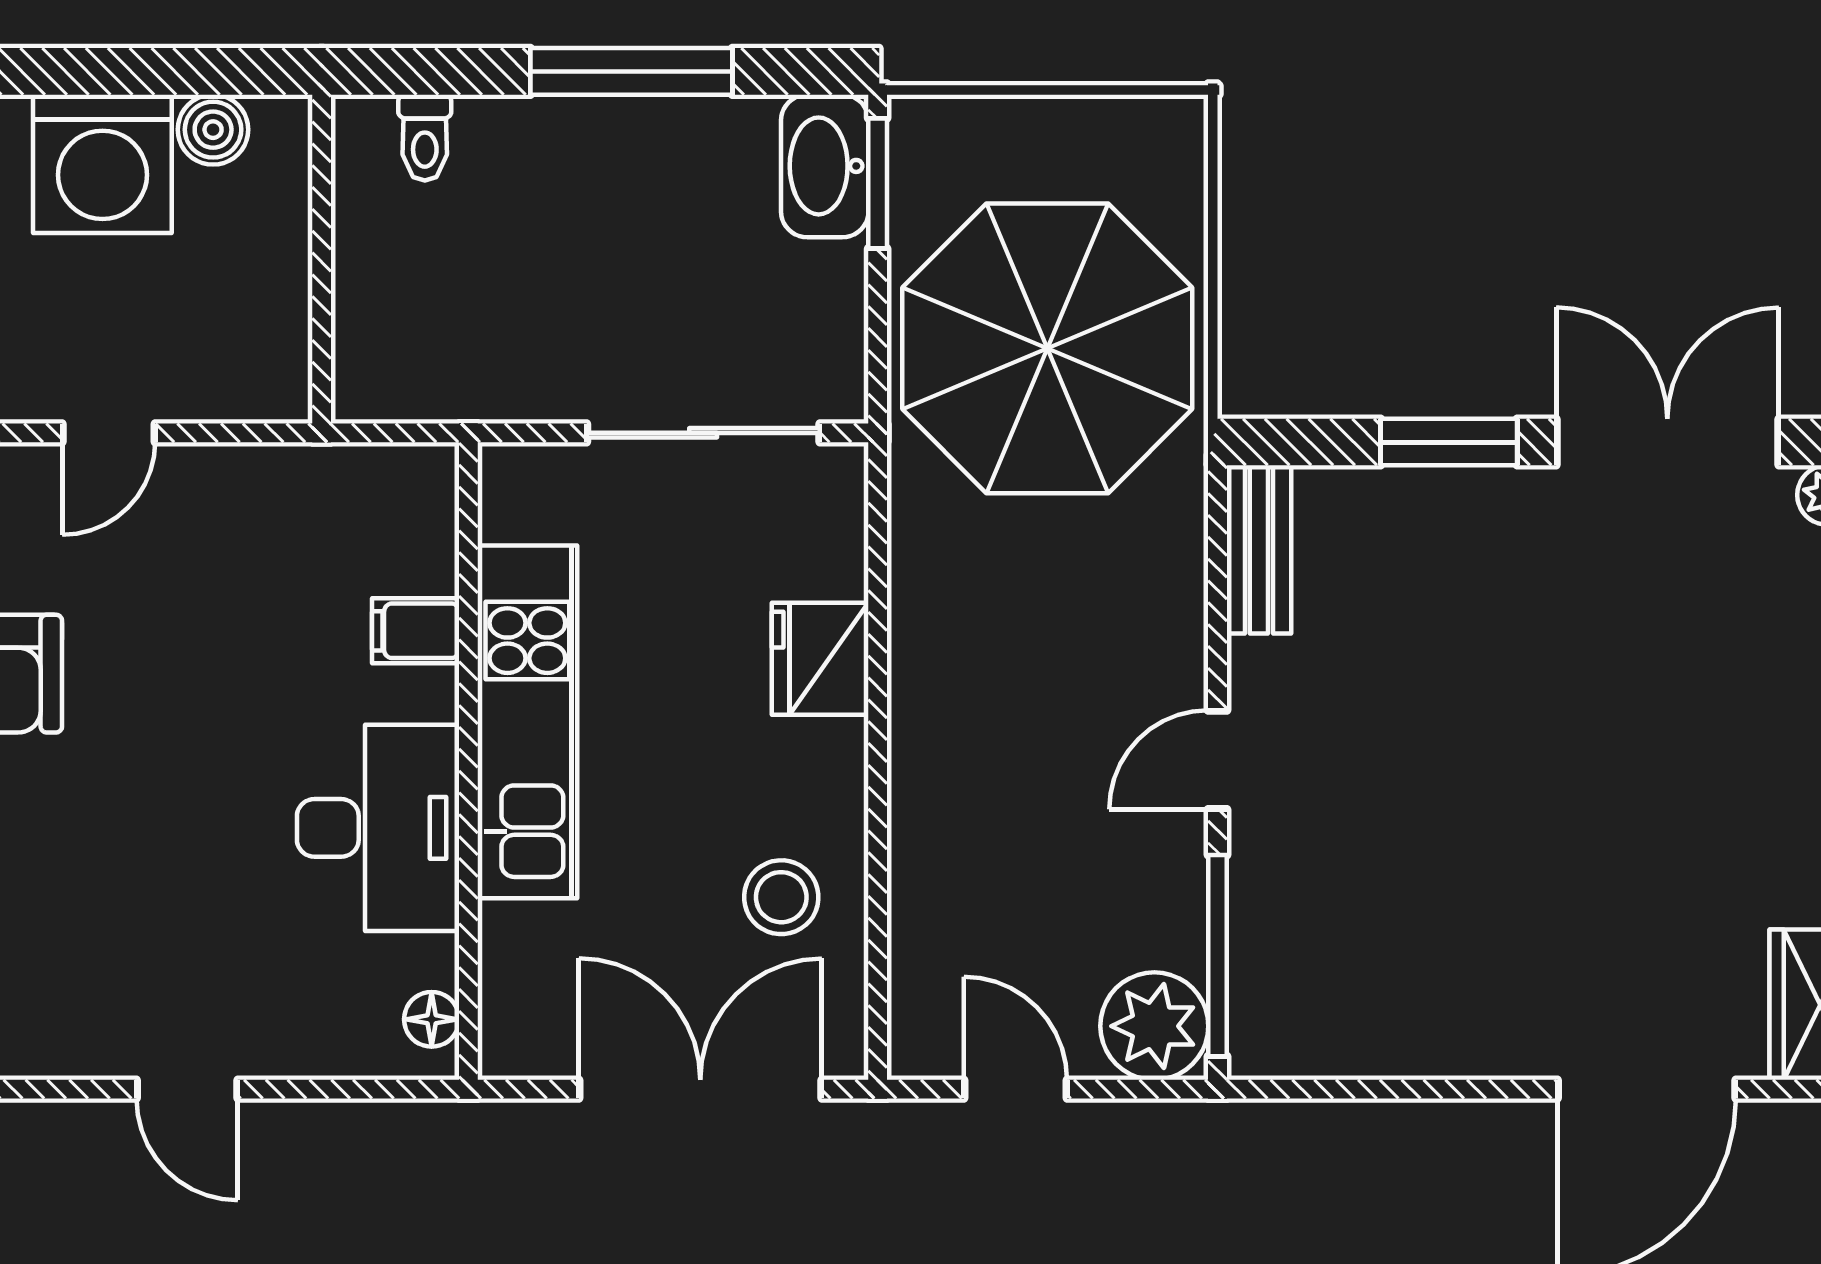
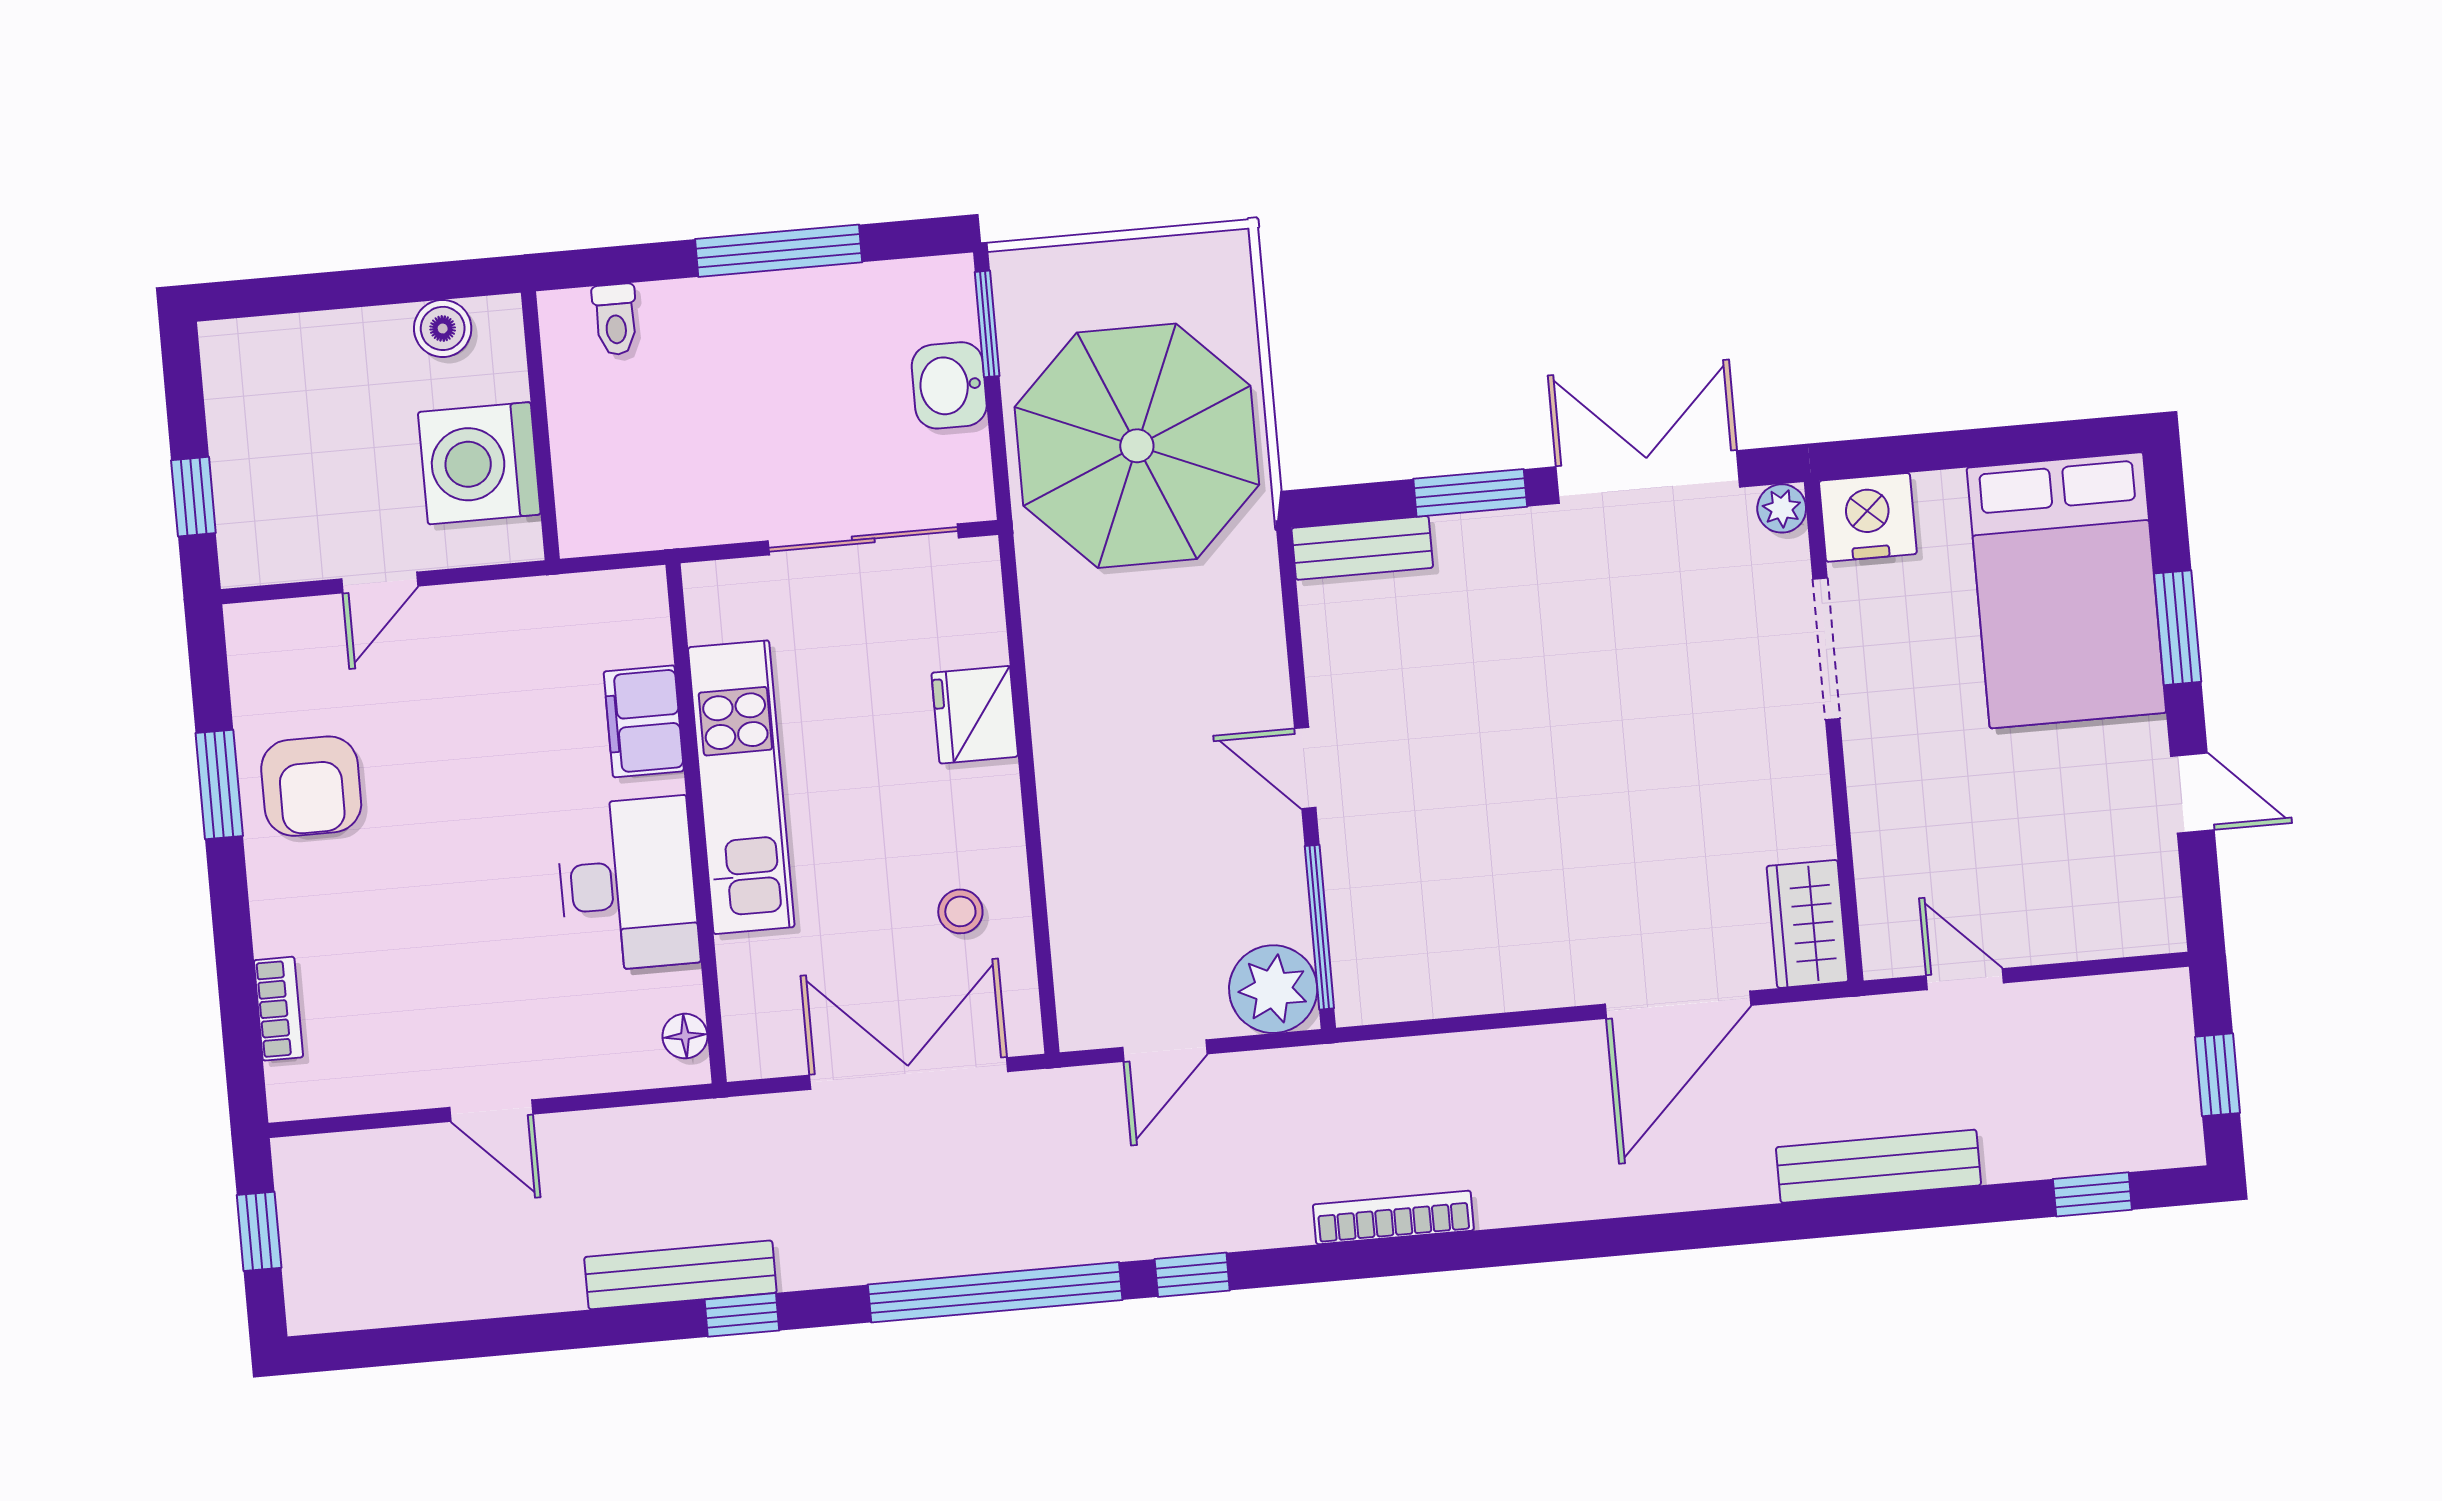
washing machine: (102, 164) -> (479, 463), moved, turned 90
washbasin: (825, 166) -> (949, 385), moved, width x0.72
bench: (1259, 549) -> (1362, 548), moved, turned 90
filing cabinet: (416, 631) -> (644, 721), width x2.00
door: (1217, 760) -> (1305, 768), hinge flipped
stool: (781, 897) -> (960, 911), width x0.73, depth x0.73
door: (1016, 1089) -> (1165, 1051), swing flipped

